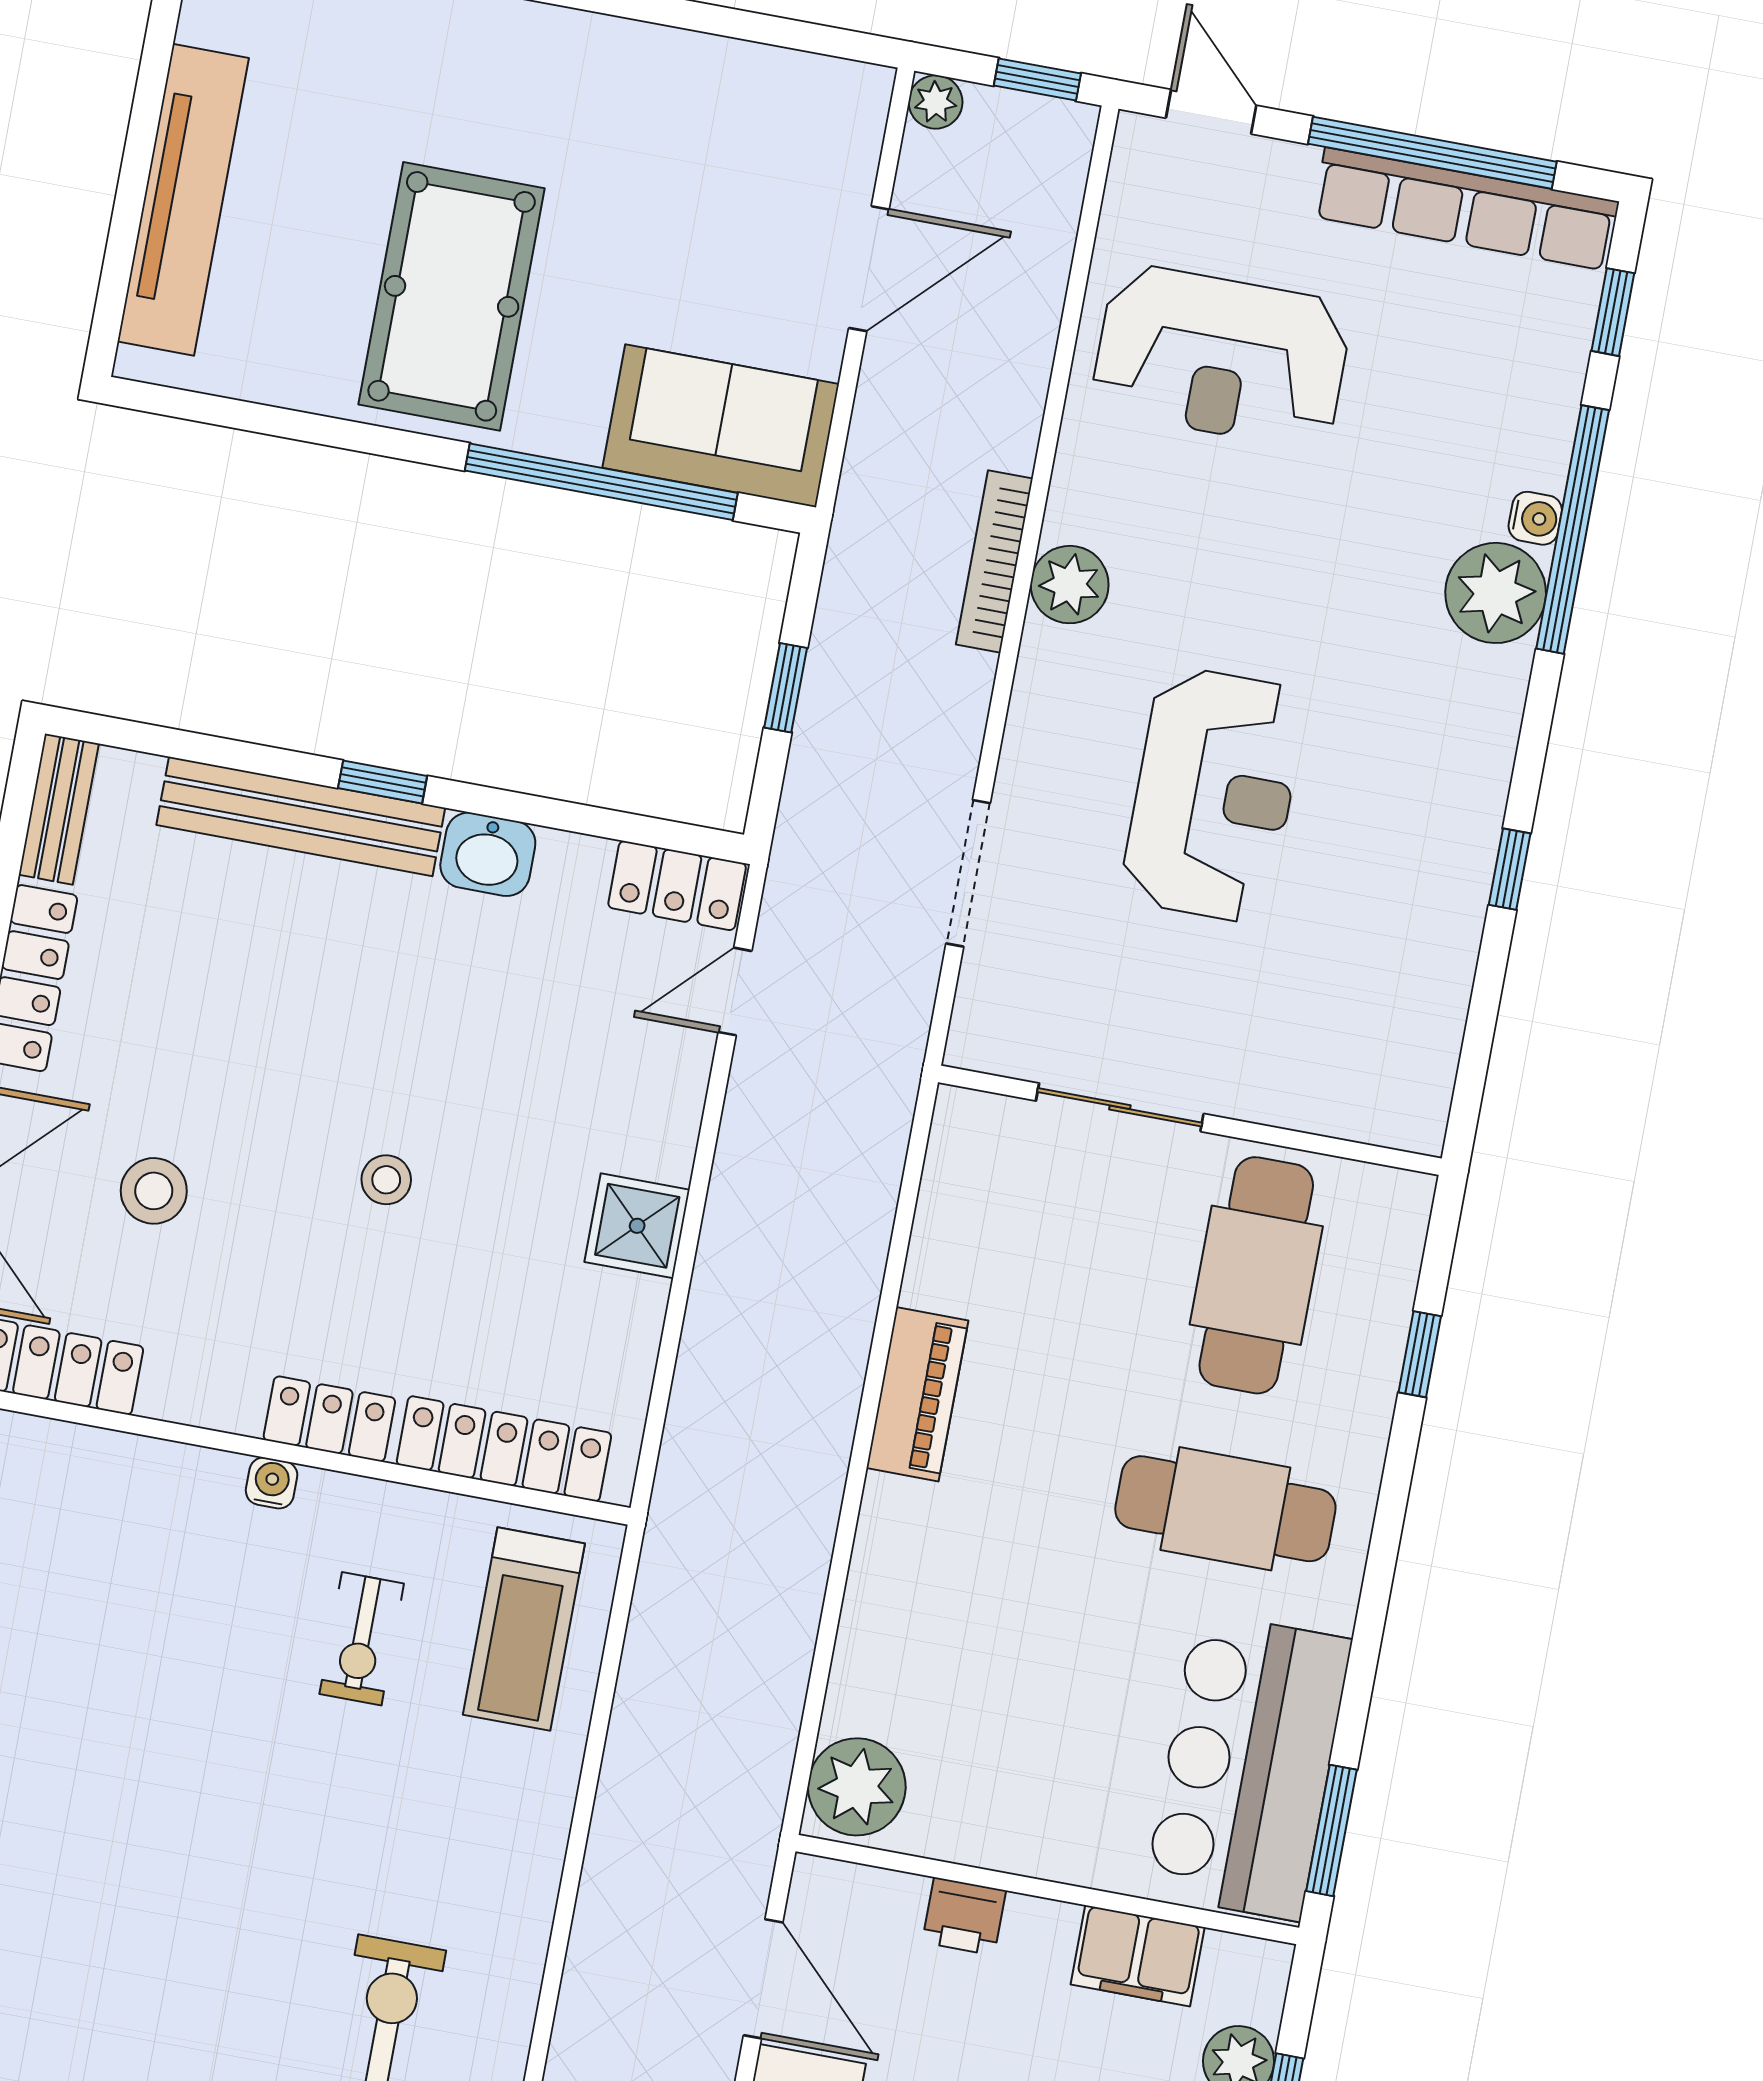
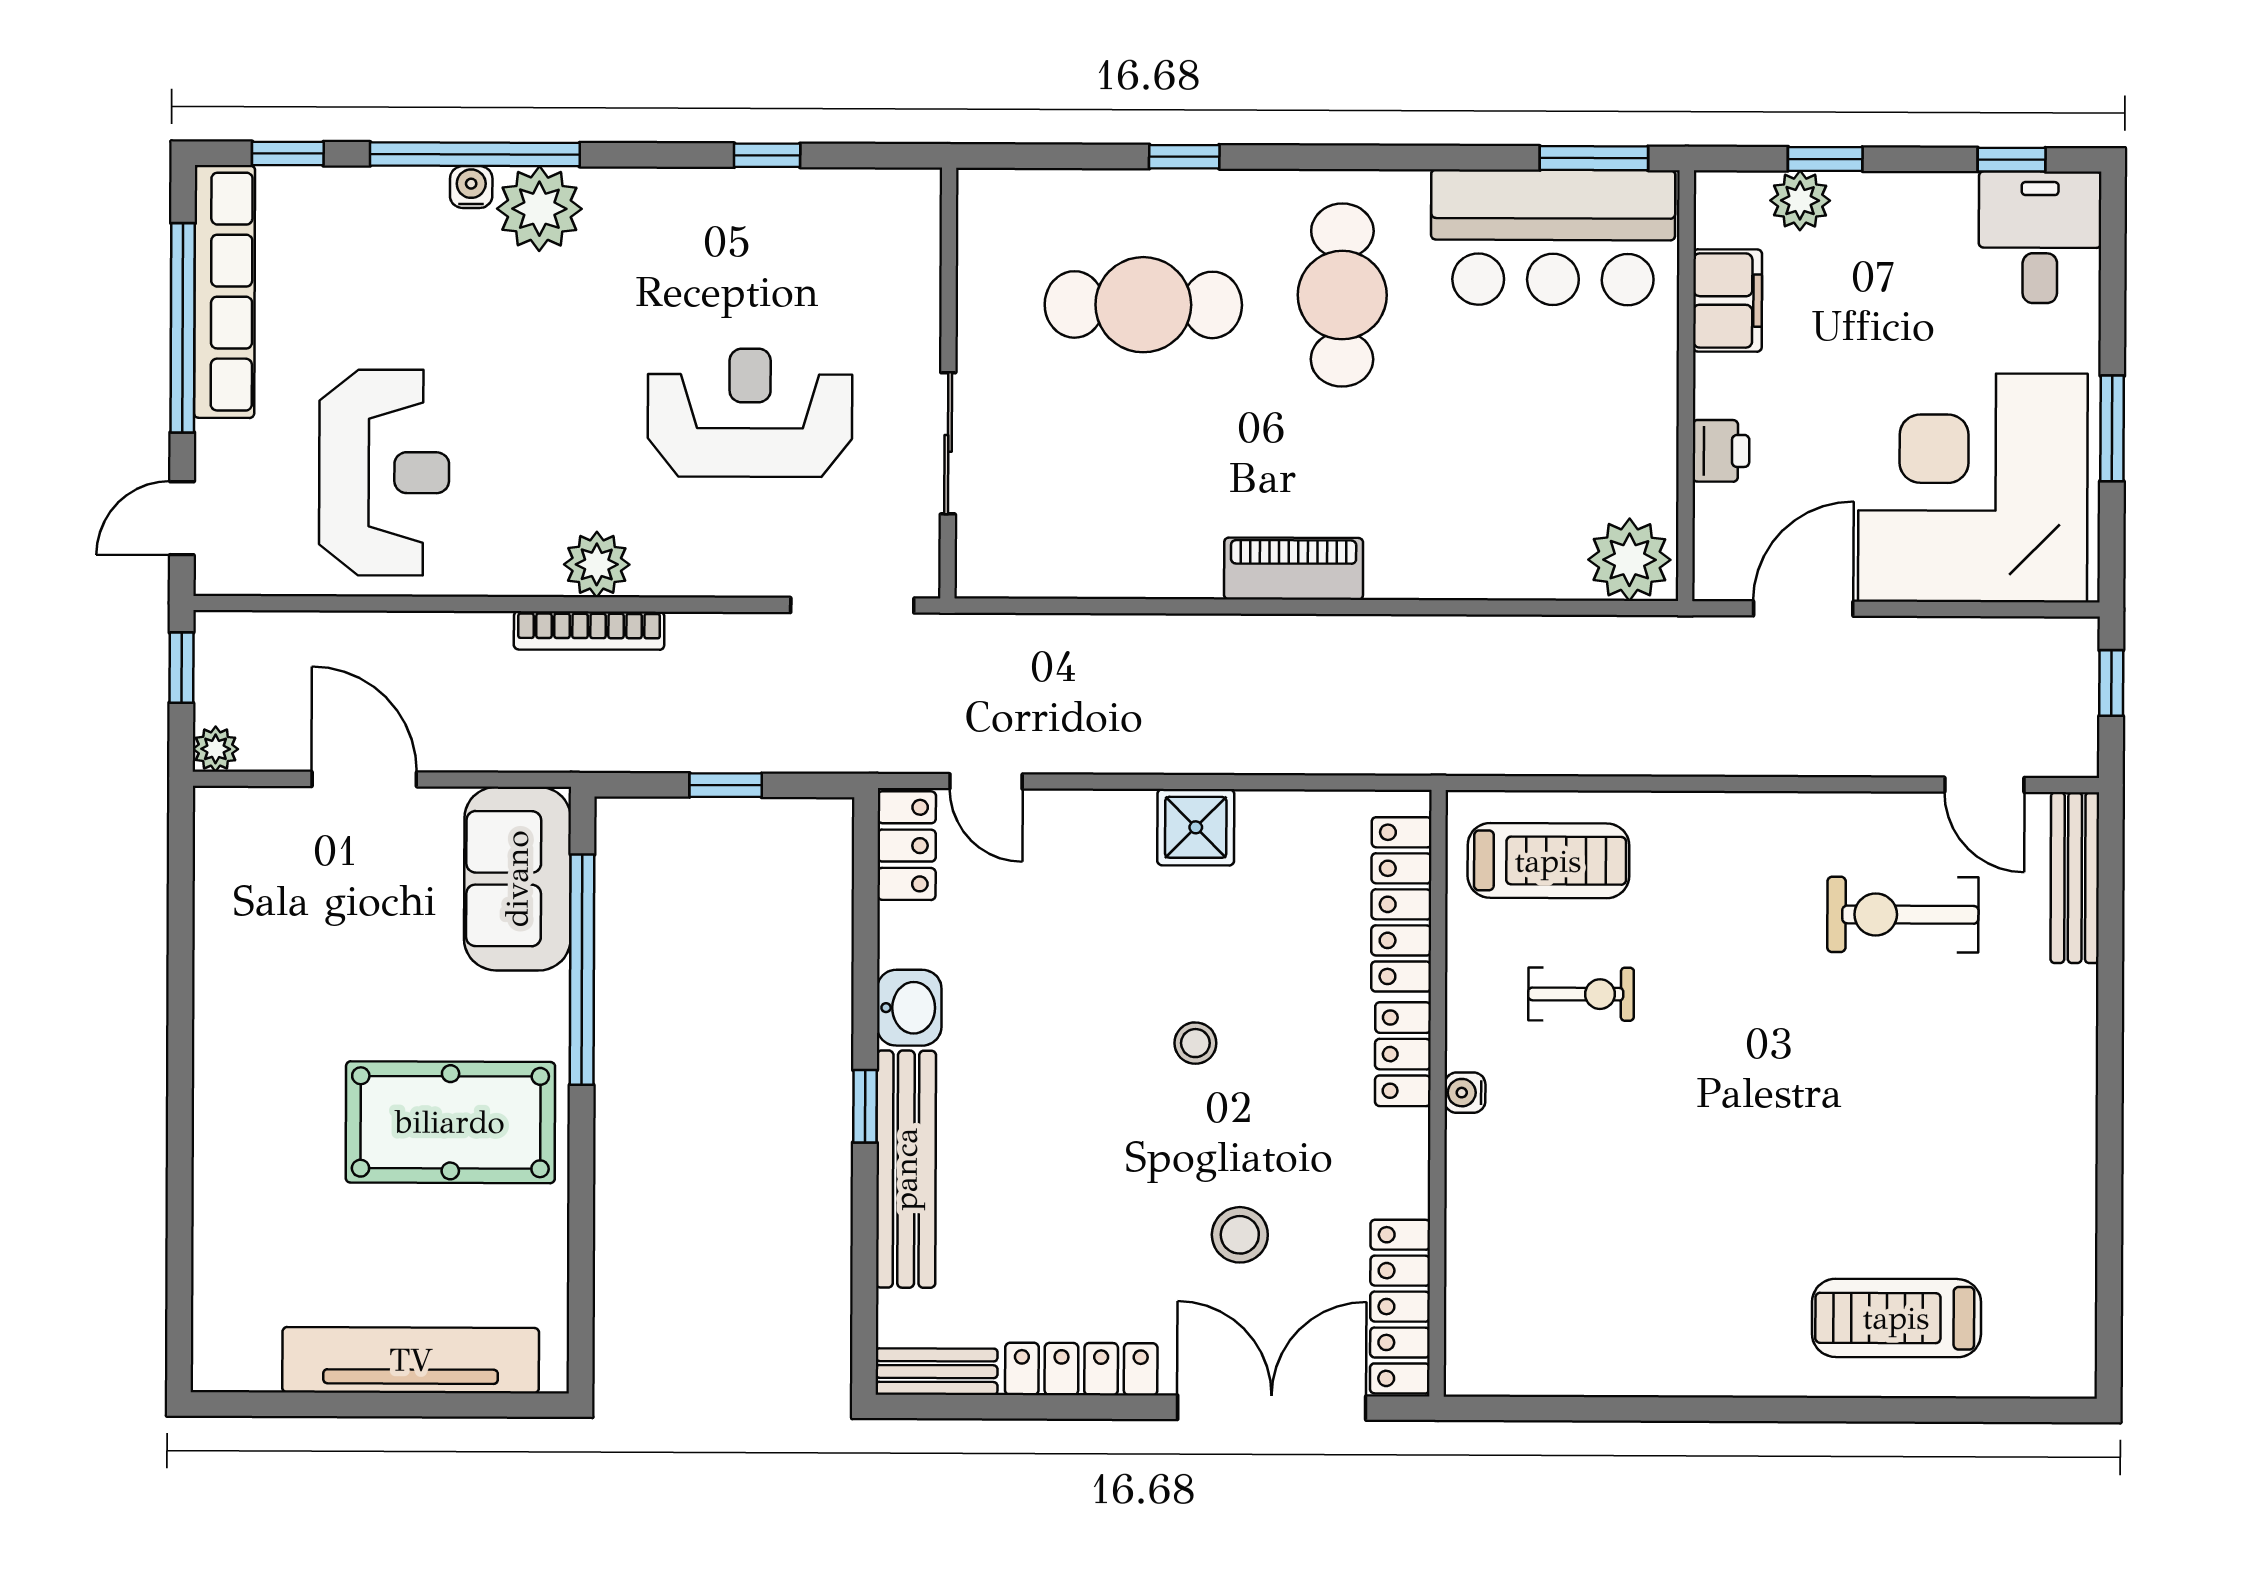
sliding door: (1120, 1107) -> (948, 443), moved
wall: (1190, 1120) -> (948, 383), moved

